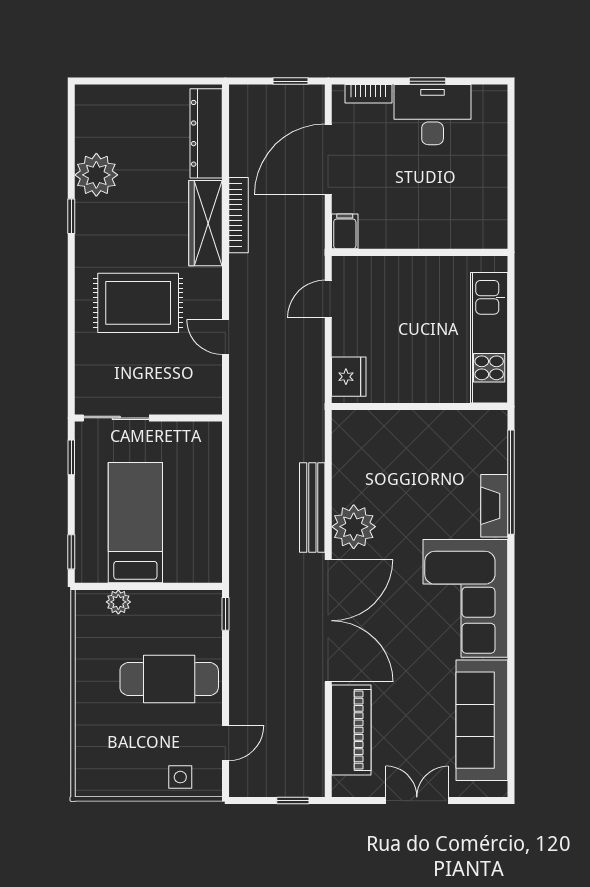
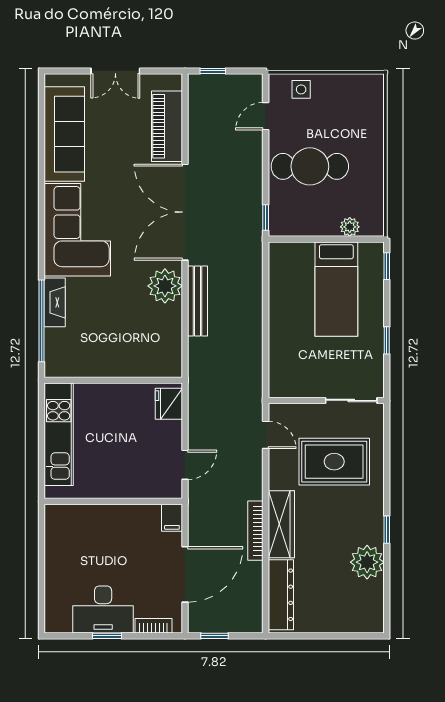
sliding door: (116, 418) -> (351, 400), moved
wall: (148, 418) -> (326, 400), moved

